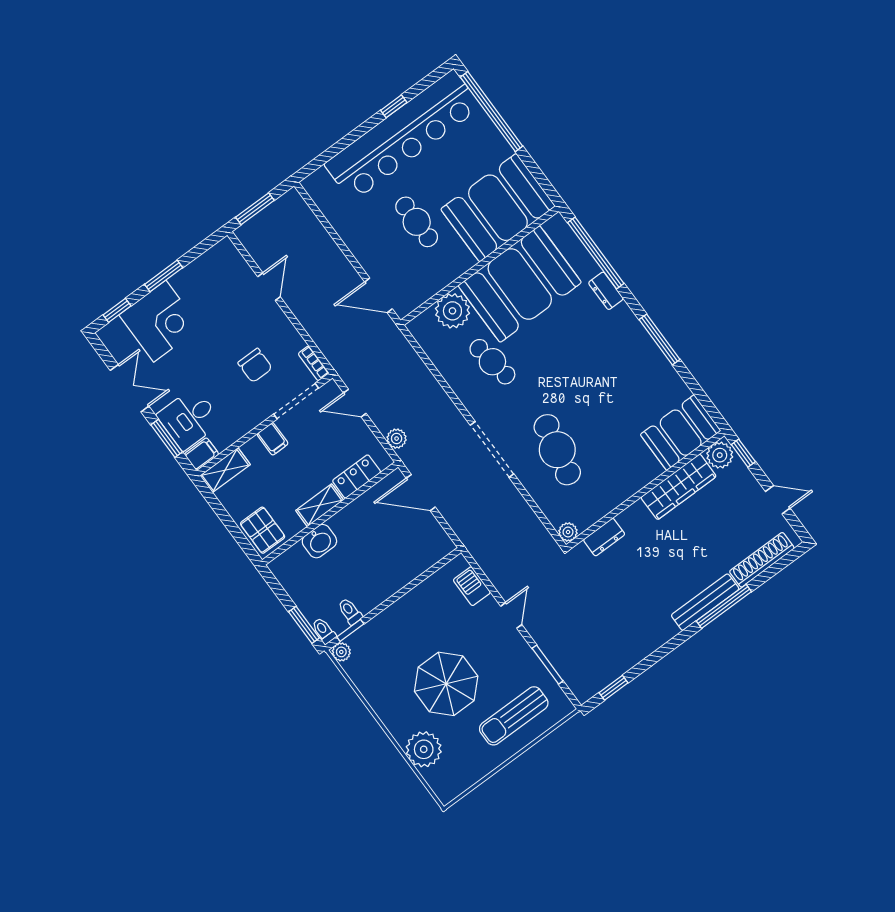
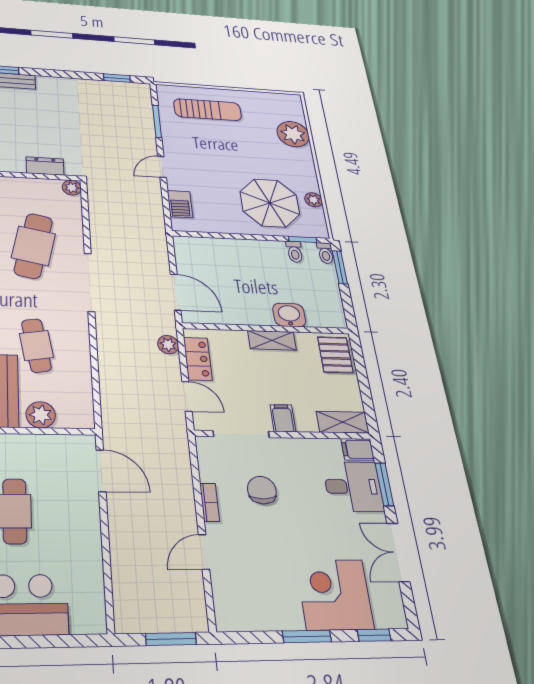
plant: (452, 311) -> (41, 415), width x0.73, depth x0.73
bookcase: (313, 363) -> (210, 502), moved
locker: (357, 476) -> (198, 359), moved, turned -90
plant: (341, 652) -> (313, 200), moved
parasol: (446, 684) -> (270, 203), moved

